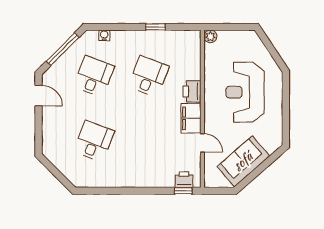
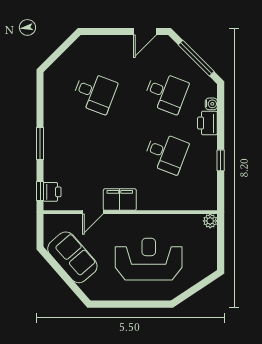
printer: (192, 92) -> (207, 123), moved, turned -90
window: (140, 191) -> (40, 143), added

